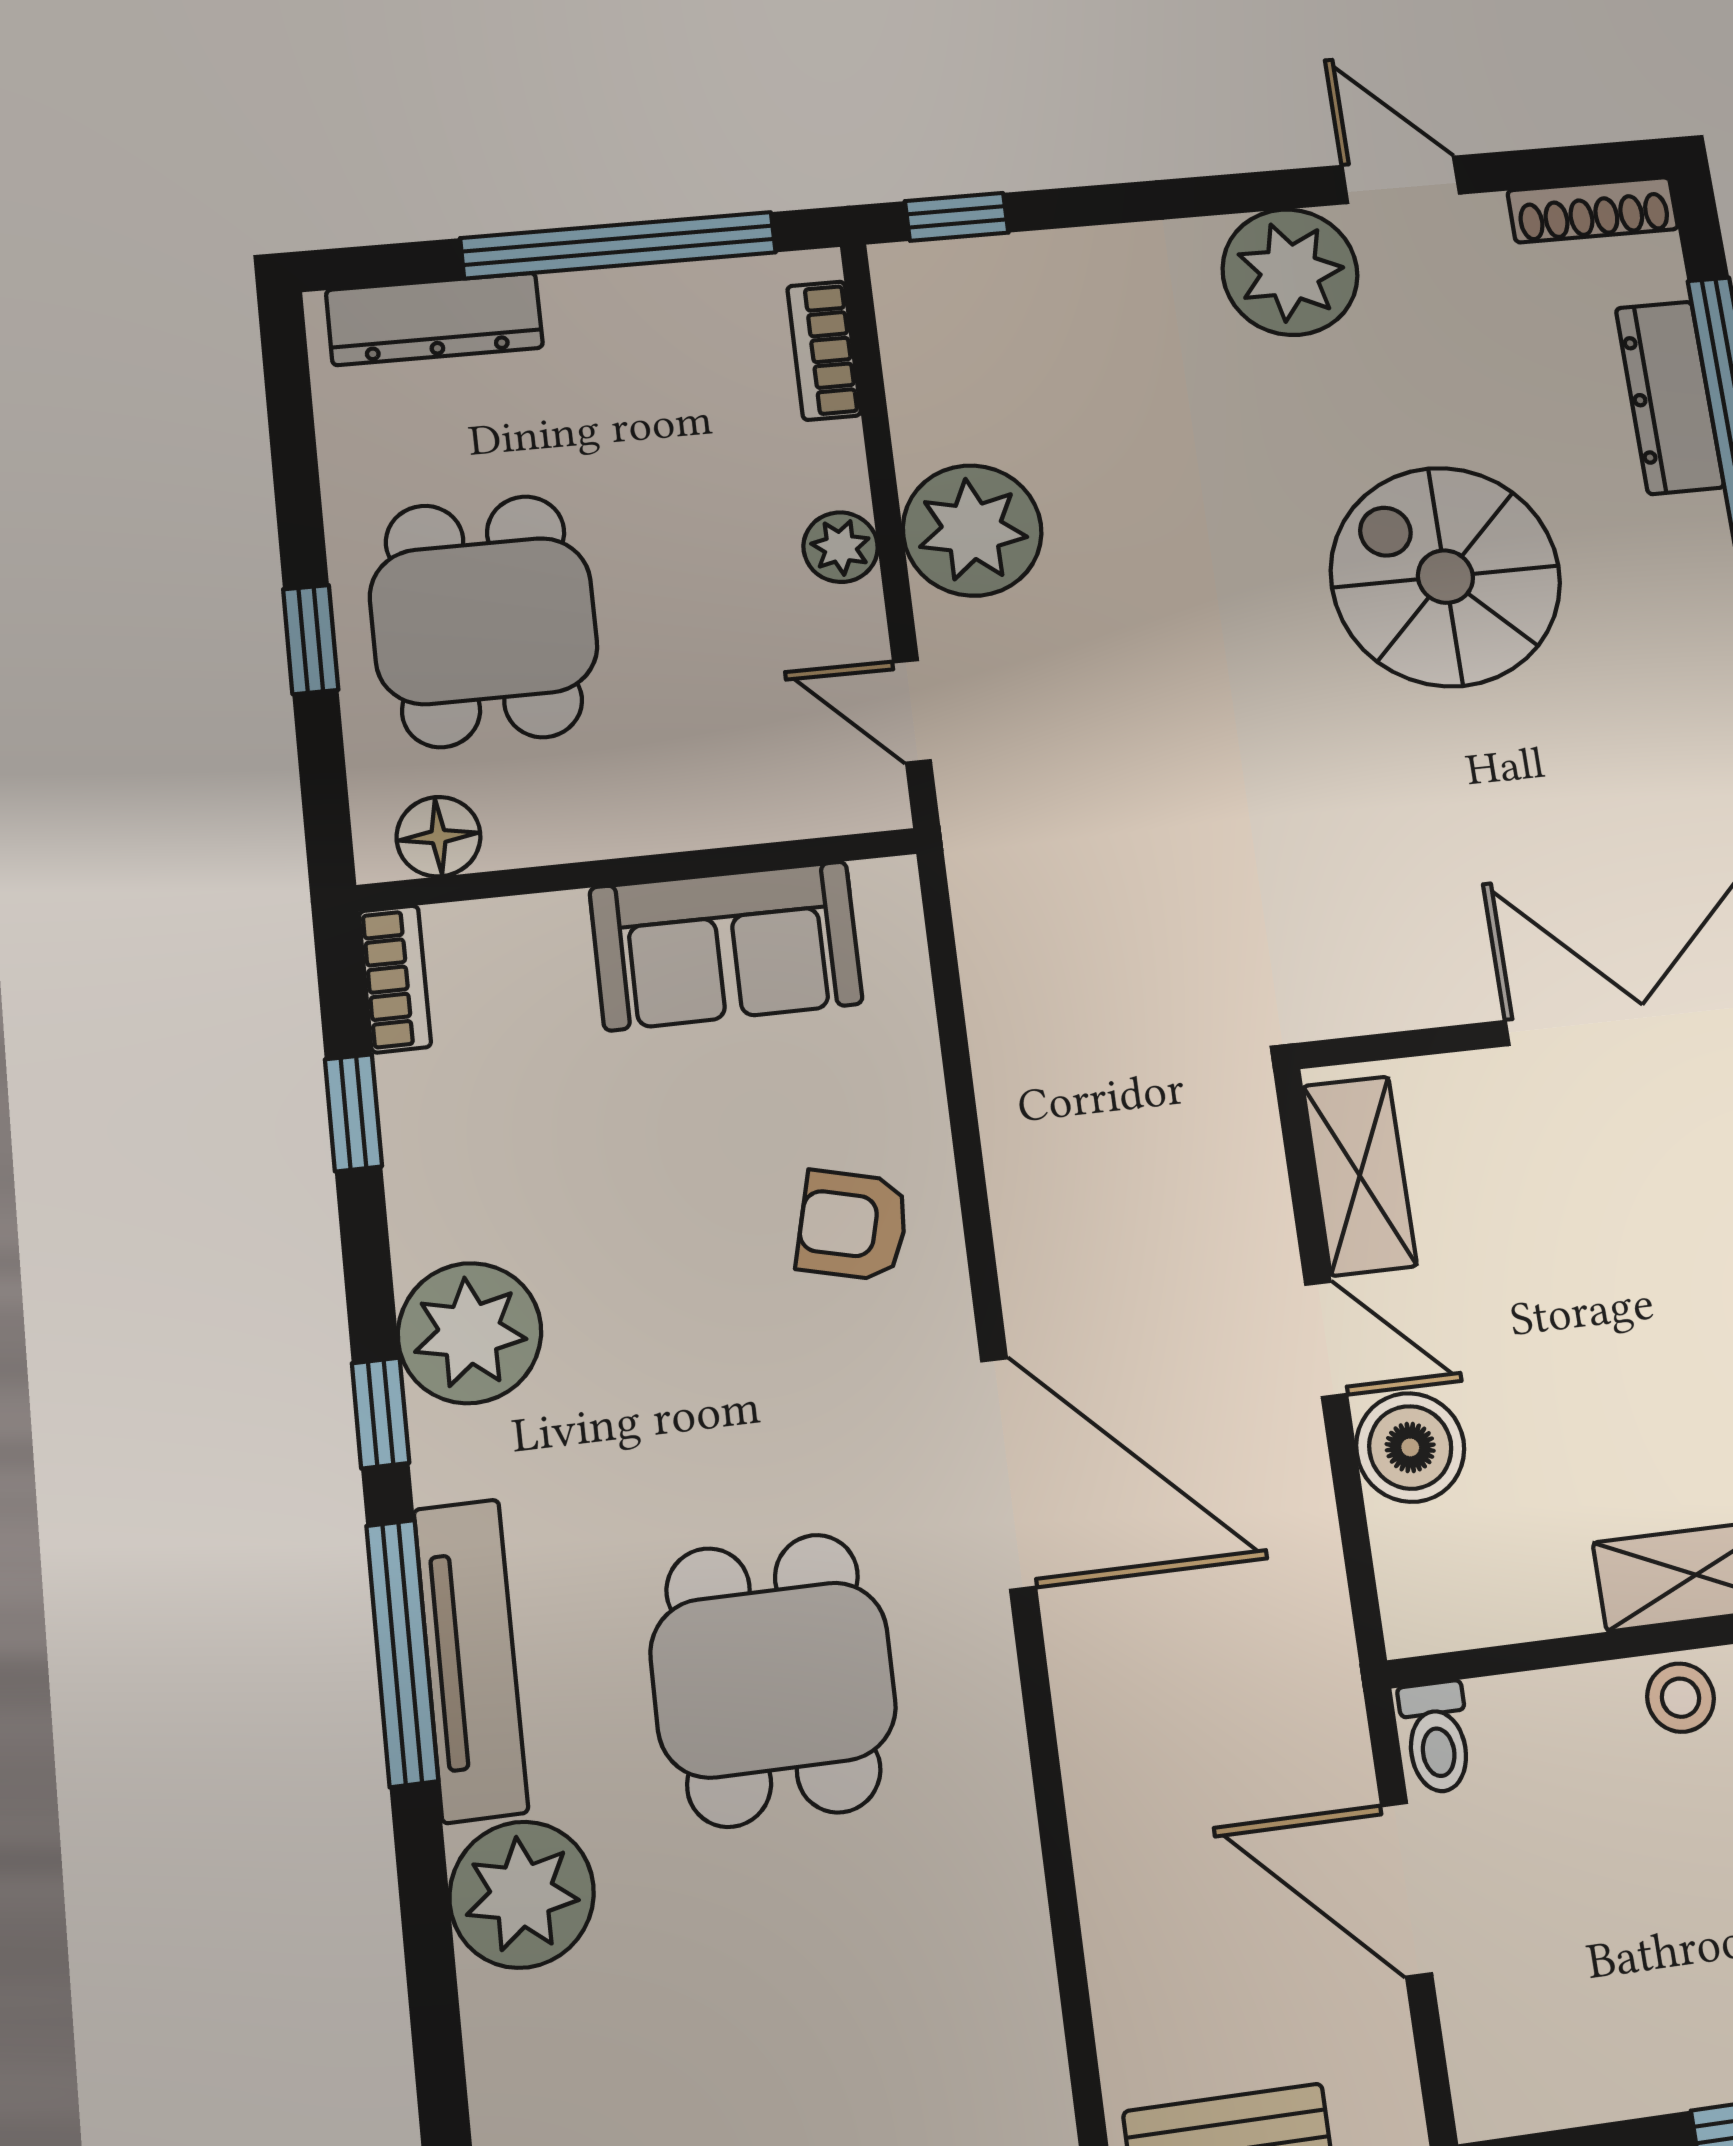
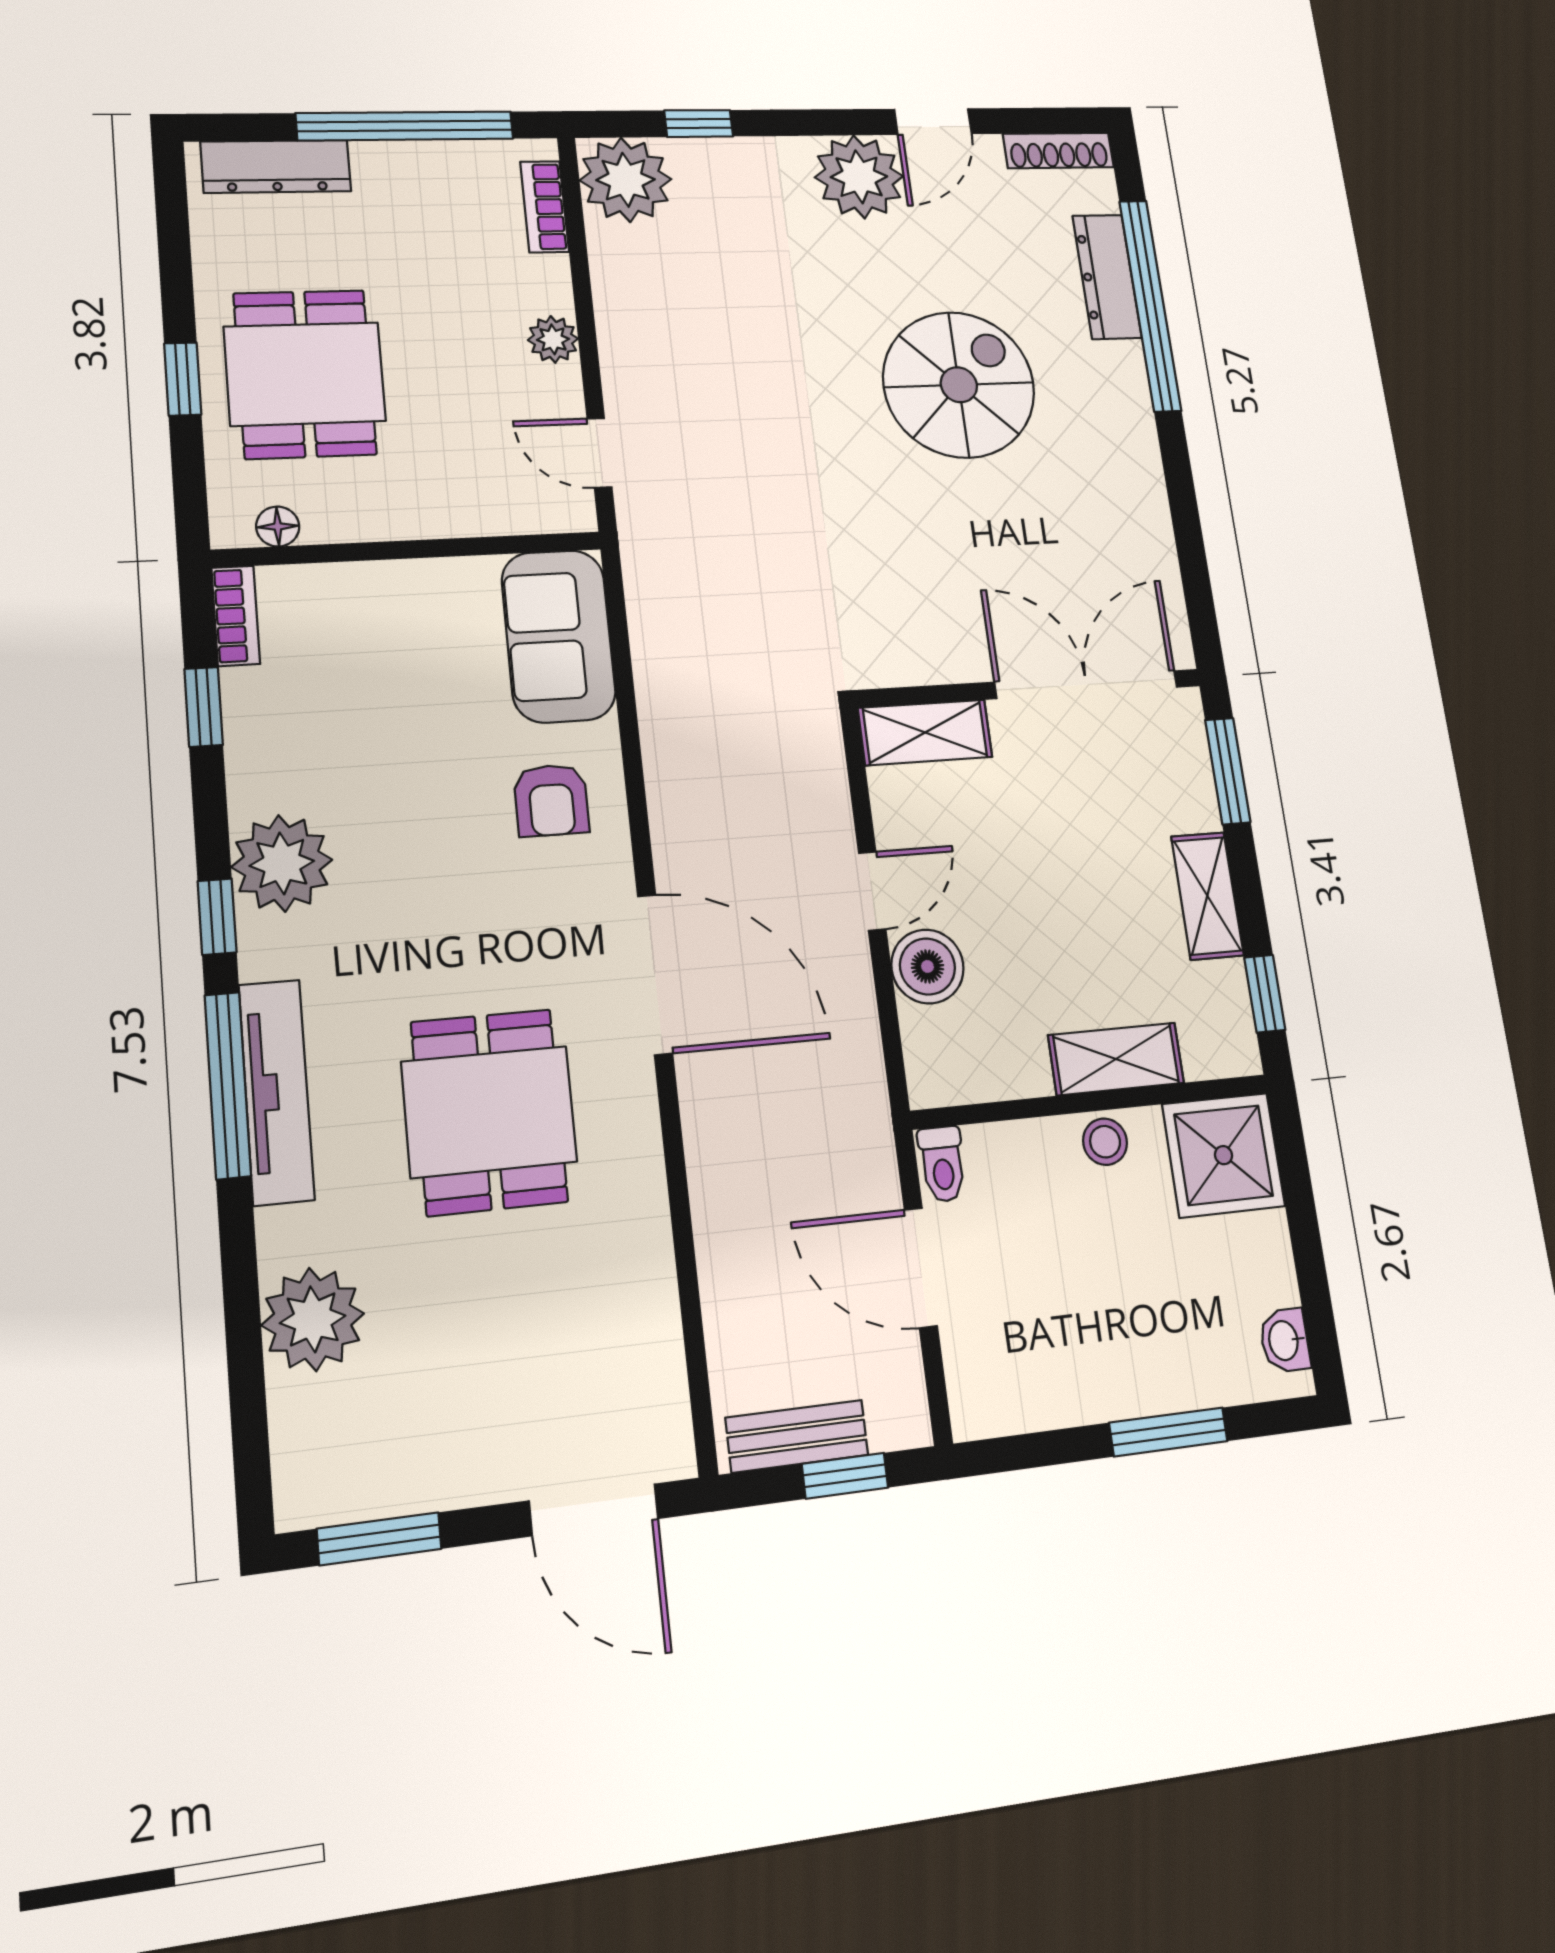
door: (1401, 180) -> (933, 122), swing flipped
window: (957, 217) -> (699, 123), moved
plant: (972, 530) -> (626, 180), moved
spiral stairs: (1445, 577) -> (959, 385), turned 90
floor lamp: (439, 837) -> (278, 526), width x0.73, depth x0.73
sofa: (726, 946) -> (558, 636), moved, turned 90
shelving: (1360, 1176) -> (925, 732), moved, turned 90
armchair: (853, 1225) -> (551, 800), turned -104
door: (1326, 1339) -> (872, 891), hinge flipped
plant: (522, 1895) -> (313, 1319), moved

